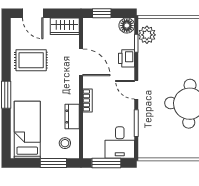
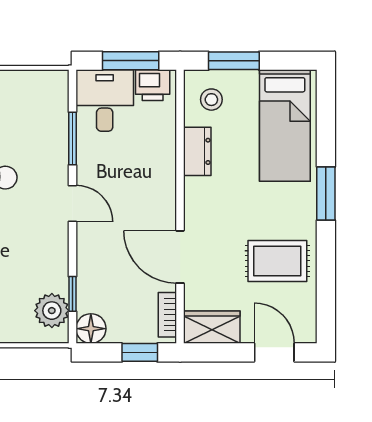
printer: (127, 58) -> (153, 85), moved, turned 90
bookcase: (88, 100) -> (167, 315), moved

